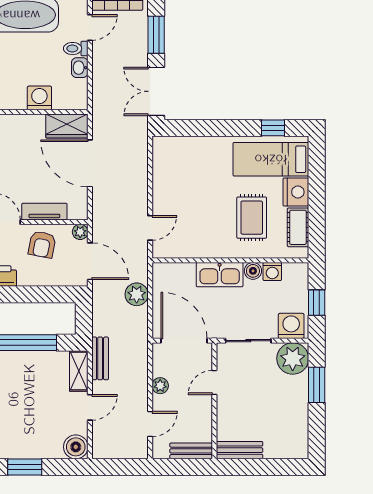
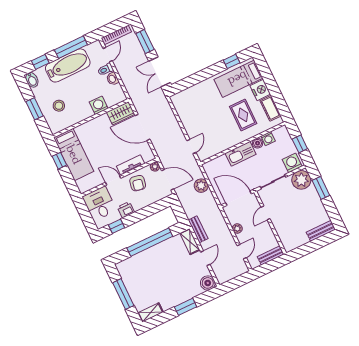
bench: (239, 450) -> (321, 231), moved

